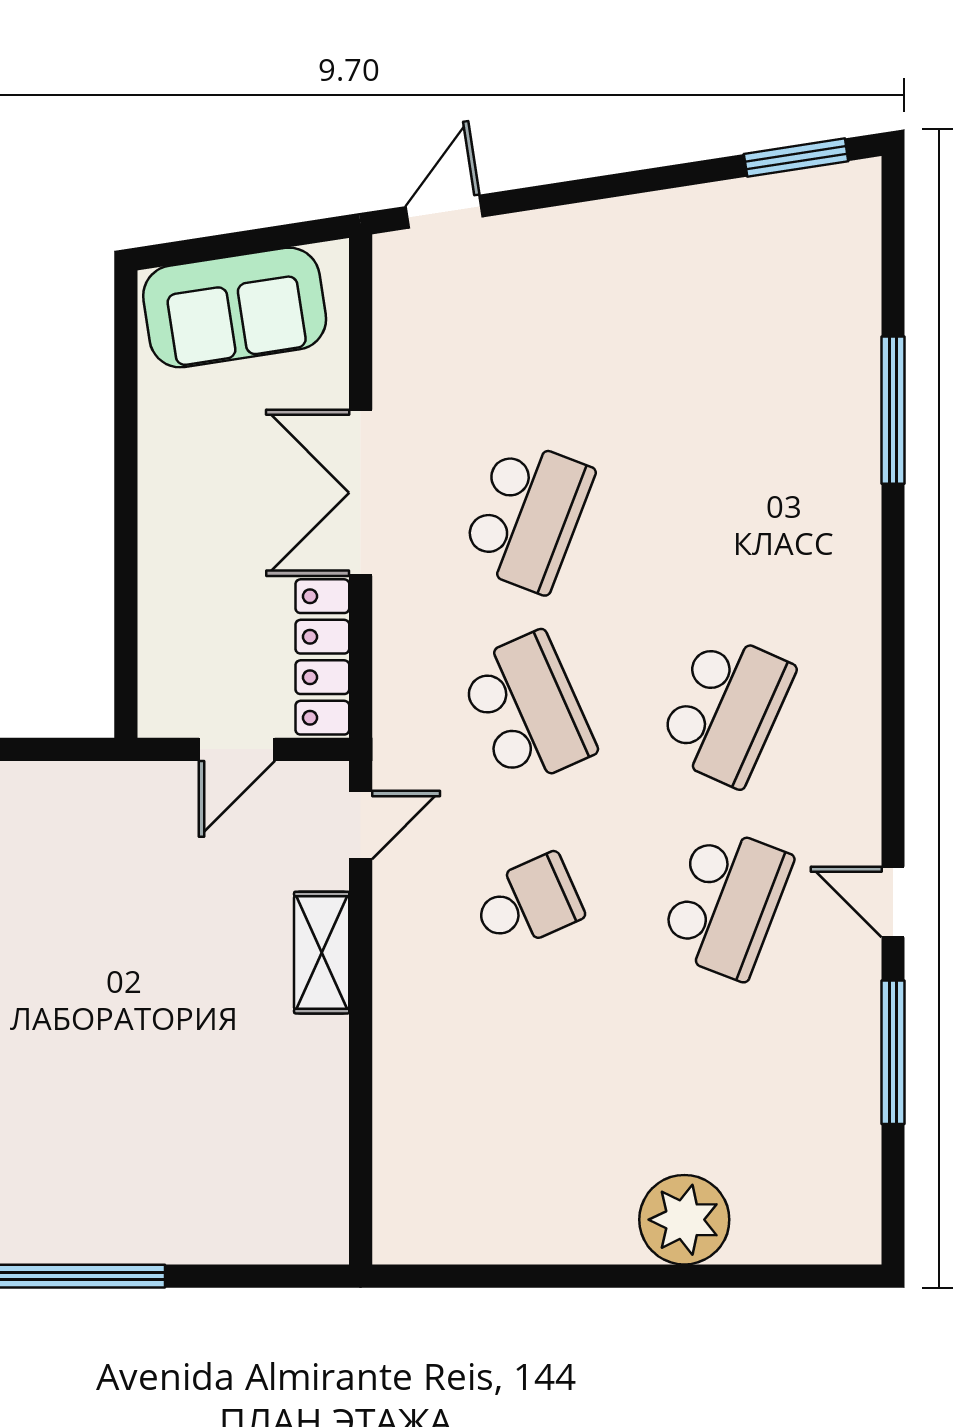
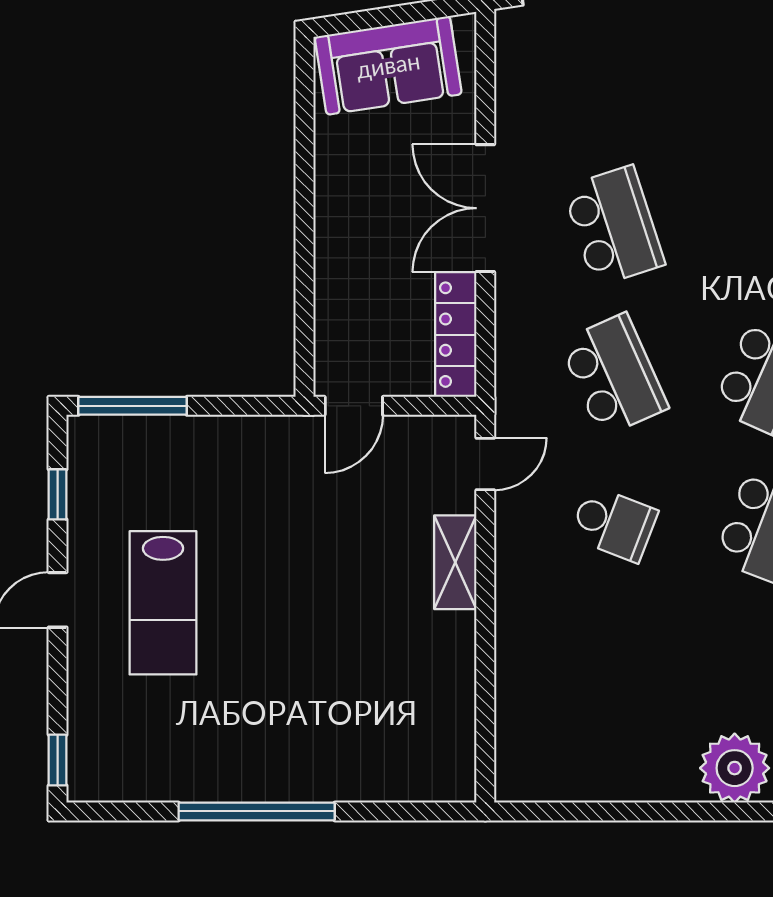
school desk: (527, 516) -> (614, 226), turned -39
door: (237, 749) -> (354, 406), moved
school desk: (527, 903) -> (614, 524), turned 45

